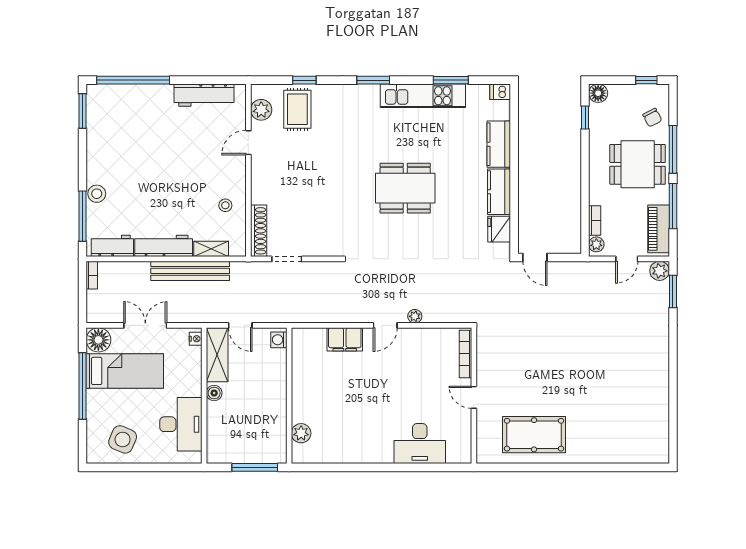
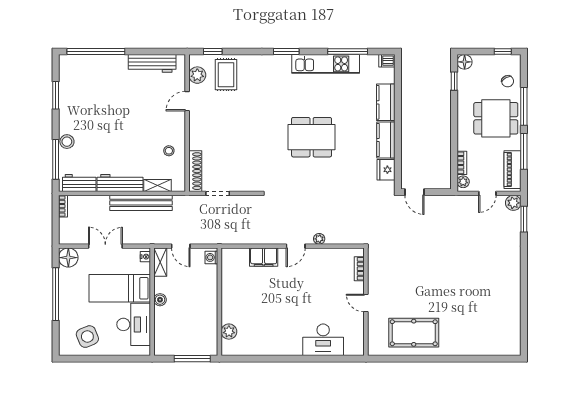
window: (304, 80) -> (213, 52), moved
window: (451, 80) -> (348, 52), width x1.44
window: (83, 111) -> (56, 95), moved
bookcase: (465, 354) -> (359, 269), width x0.64
shelving: (217, 355) -> (160, 262), width x0.67, depth x0.75
bed: (125, 371) -> (120, 288), moved, turned 180
side table: (123, 439) -> (87, 337), turned 45

